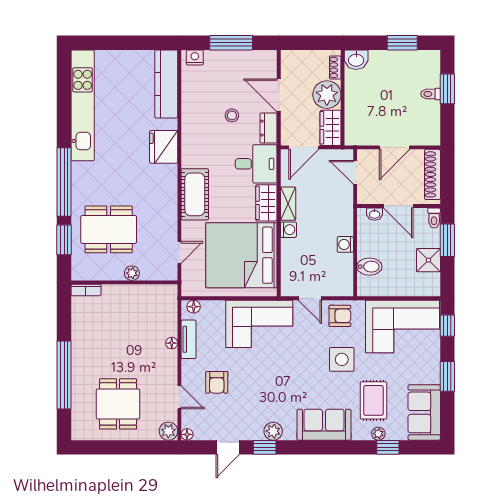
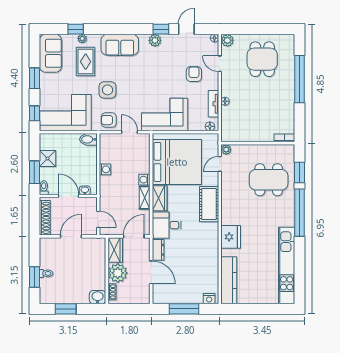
stool: (232, 115) -> (183, 259), removed
bidet: (369, 267) -> (88, 139), moved
plant: (132, 273) -> (226, 150), moved

